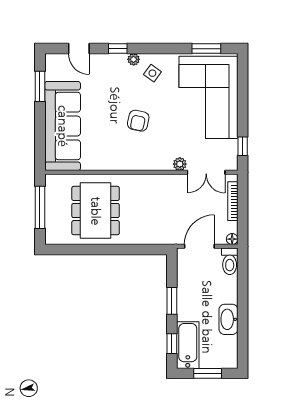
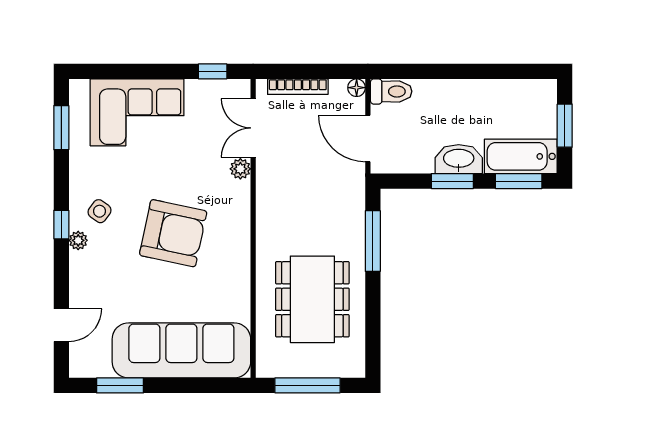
window: (118, 49) -> (61, 225), moved
corner sofa: (208, 97) -> (137, 112), width x0.73, depth x0.74
armchair: (138, 121) -> (173, 233), width x1.88, depth x1.88
double door: (206, 172) -> (253, 128), swing flipped
dining table: (96, 211) -> (312, 299), turned 90
window: (133, 250) -> (373, 241), added
washbasin: (228, 319) -> (459, 159), moved, turned 180
window: (172, 344) -> (519, 181), width x1.50

